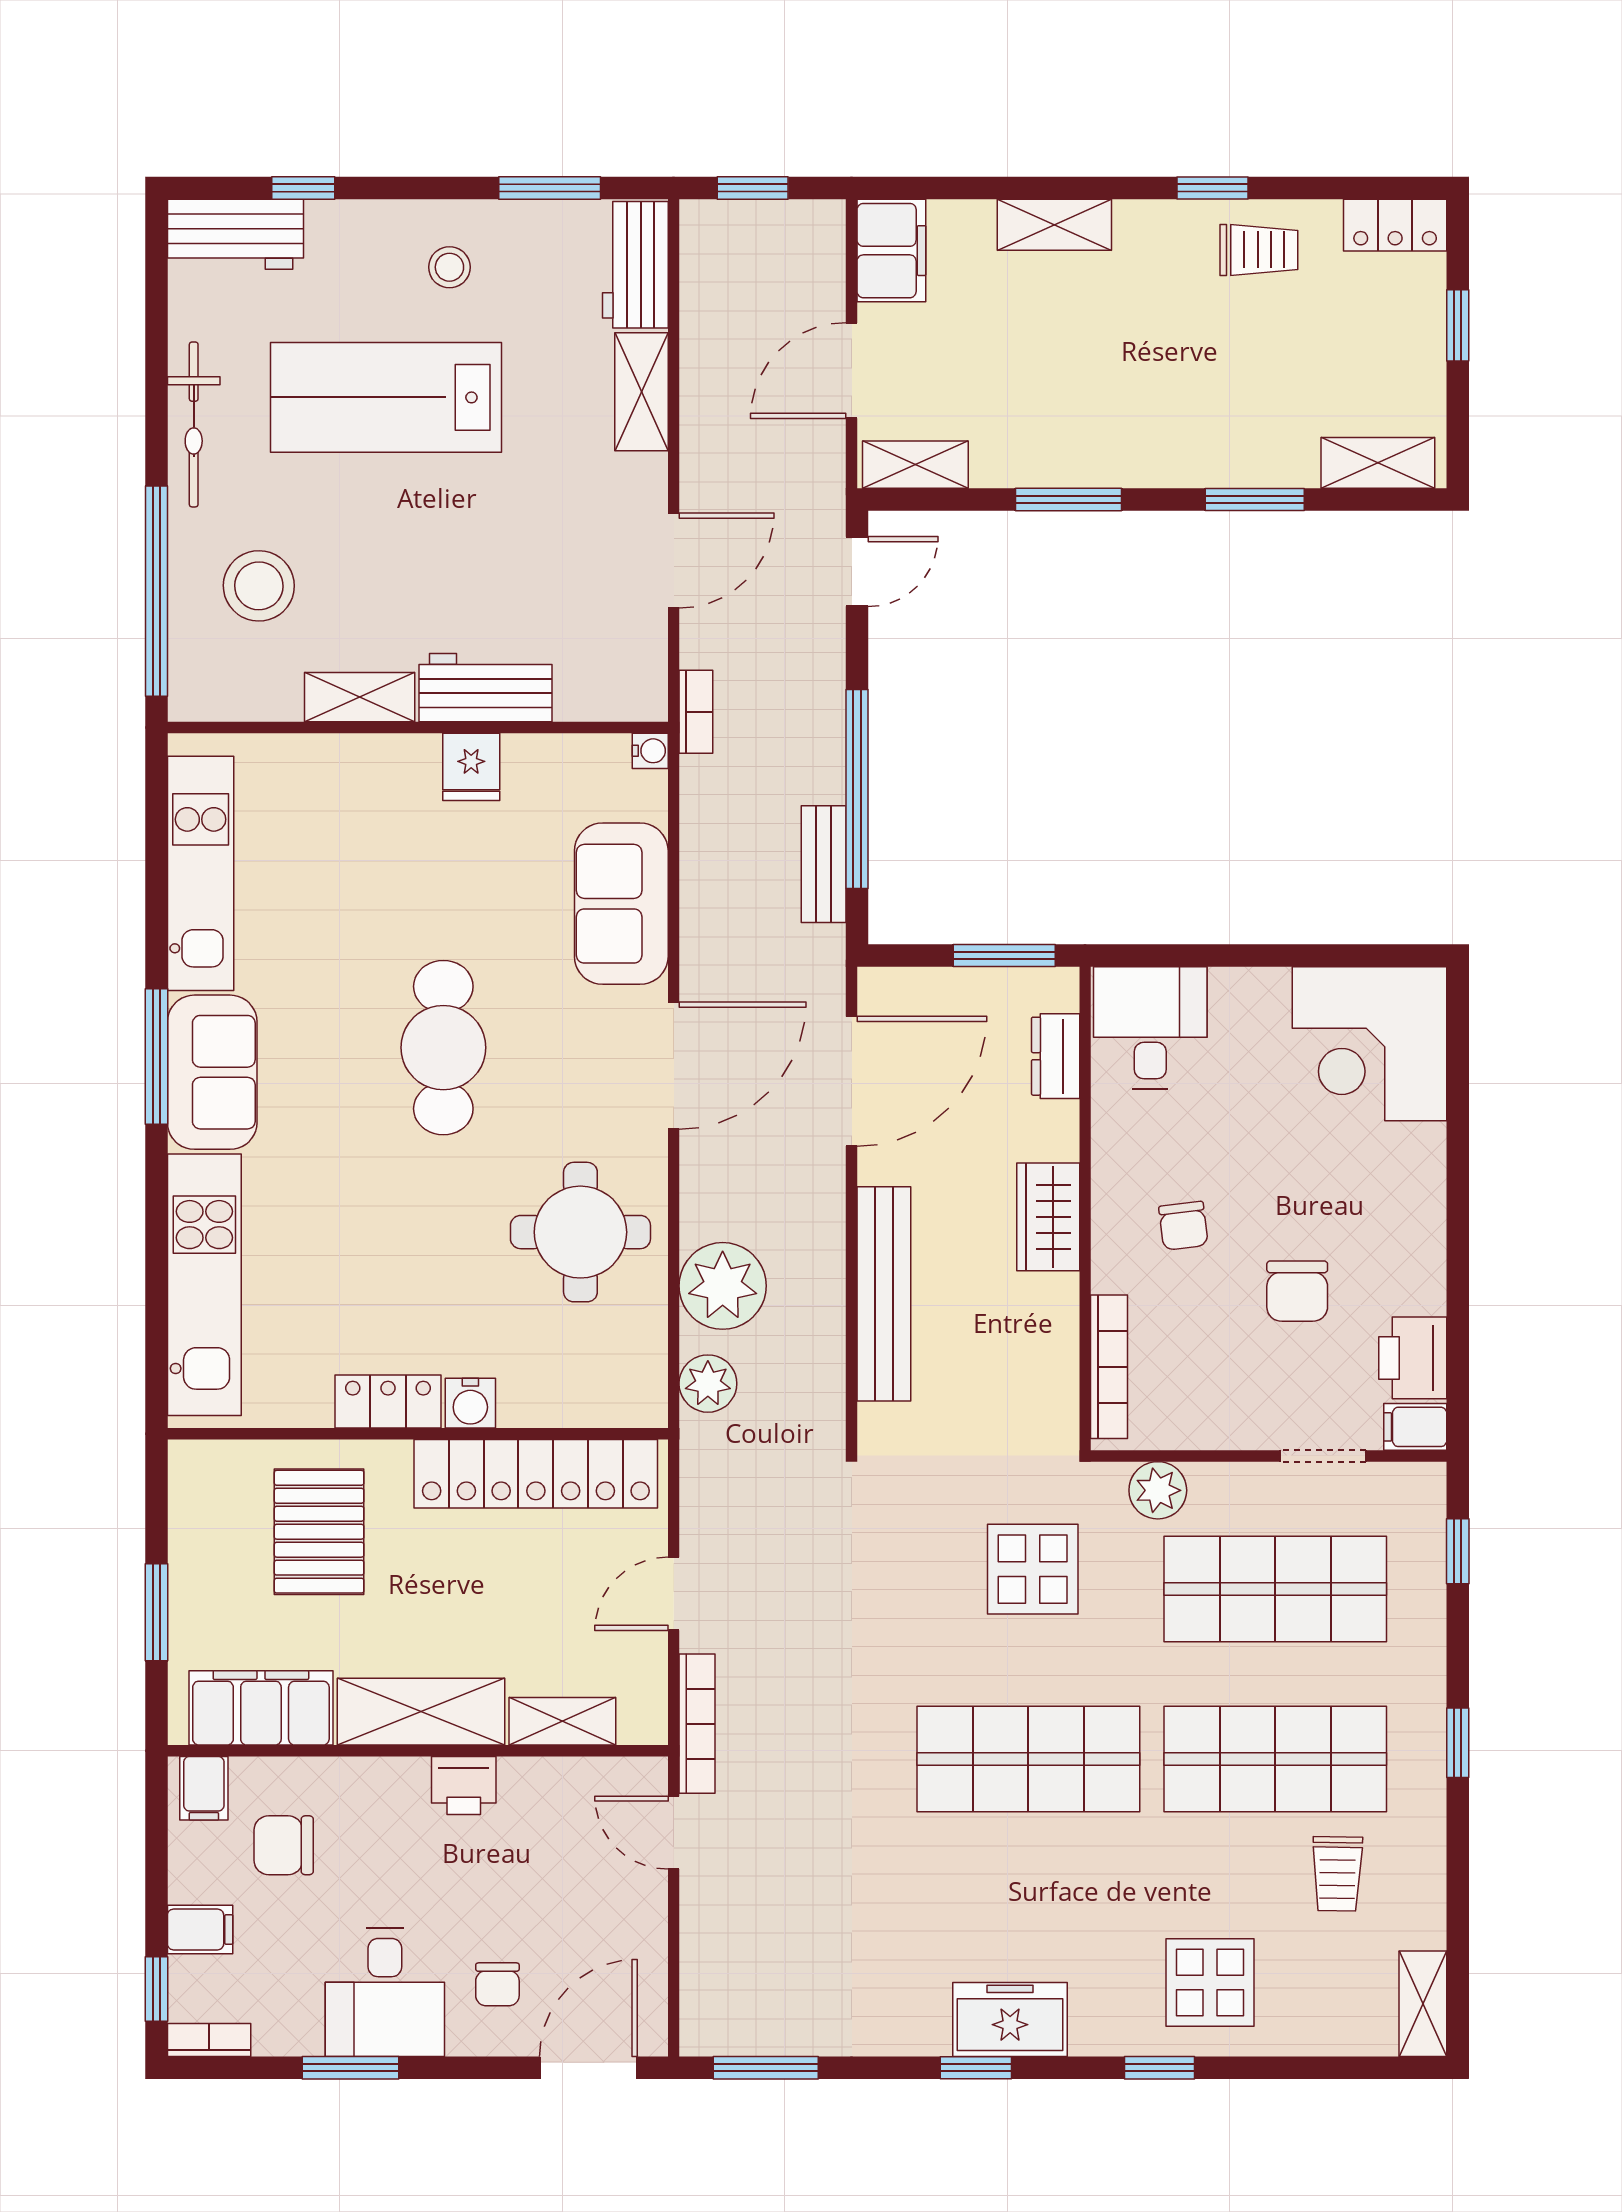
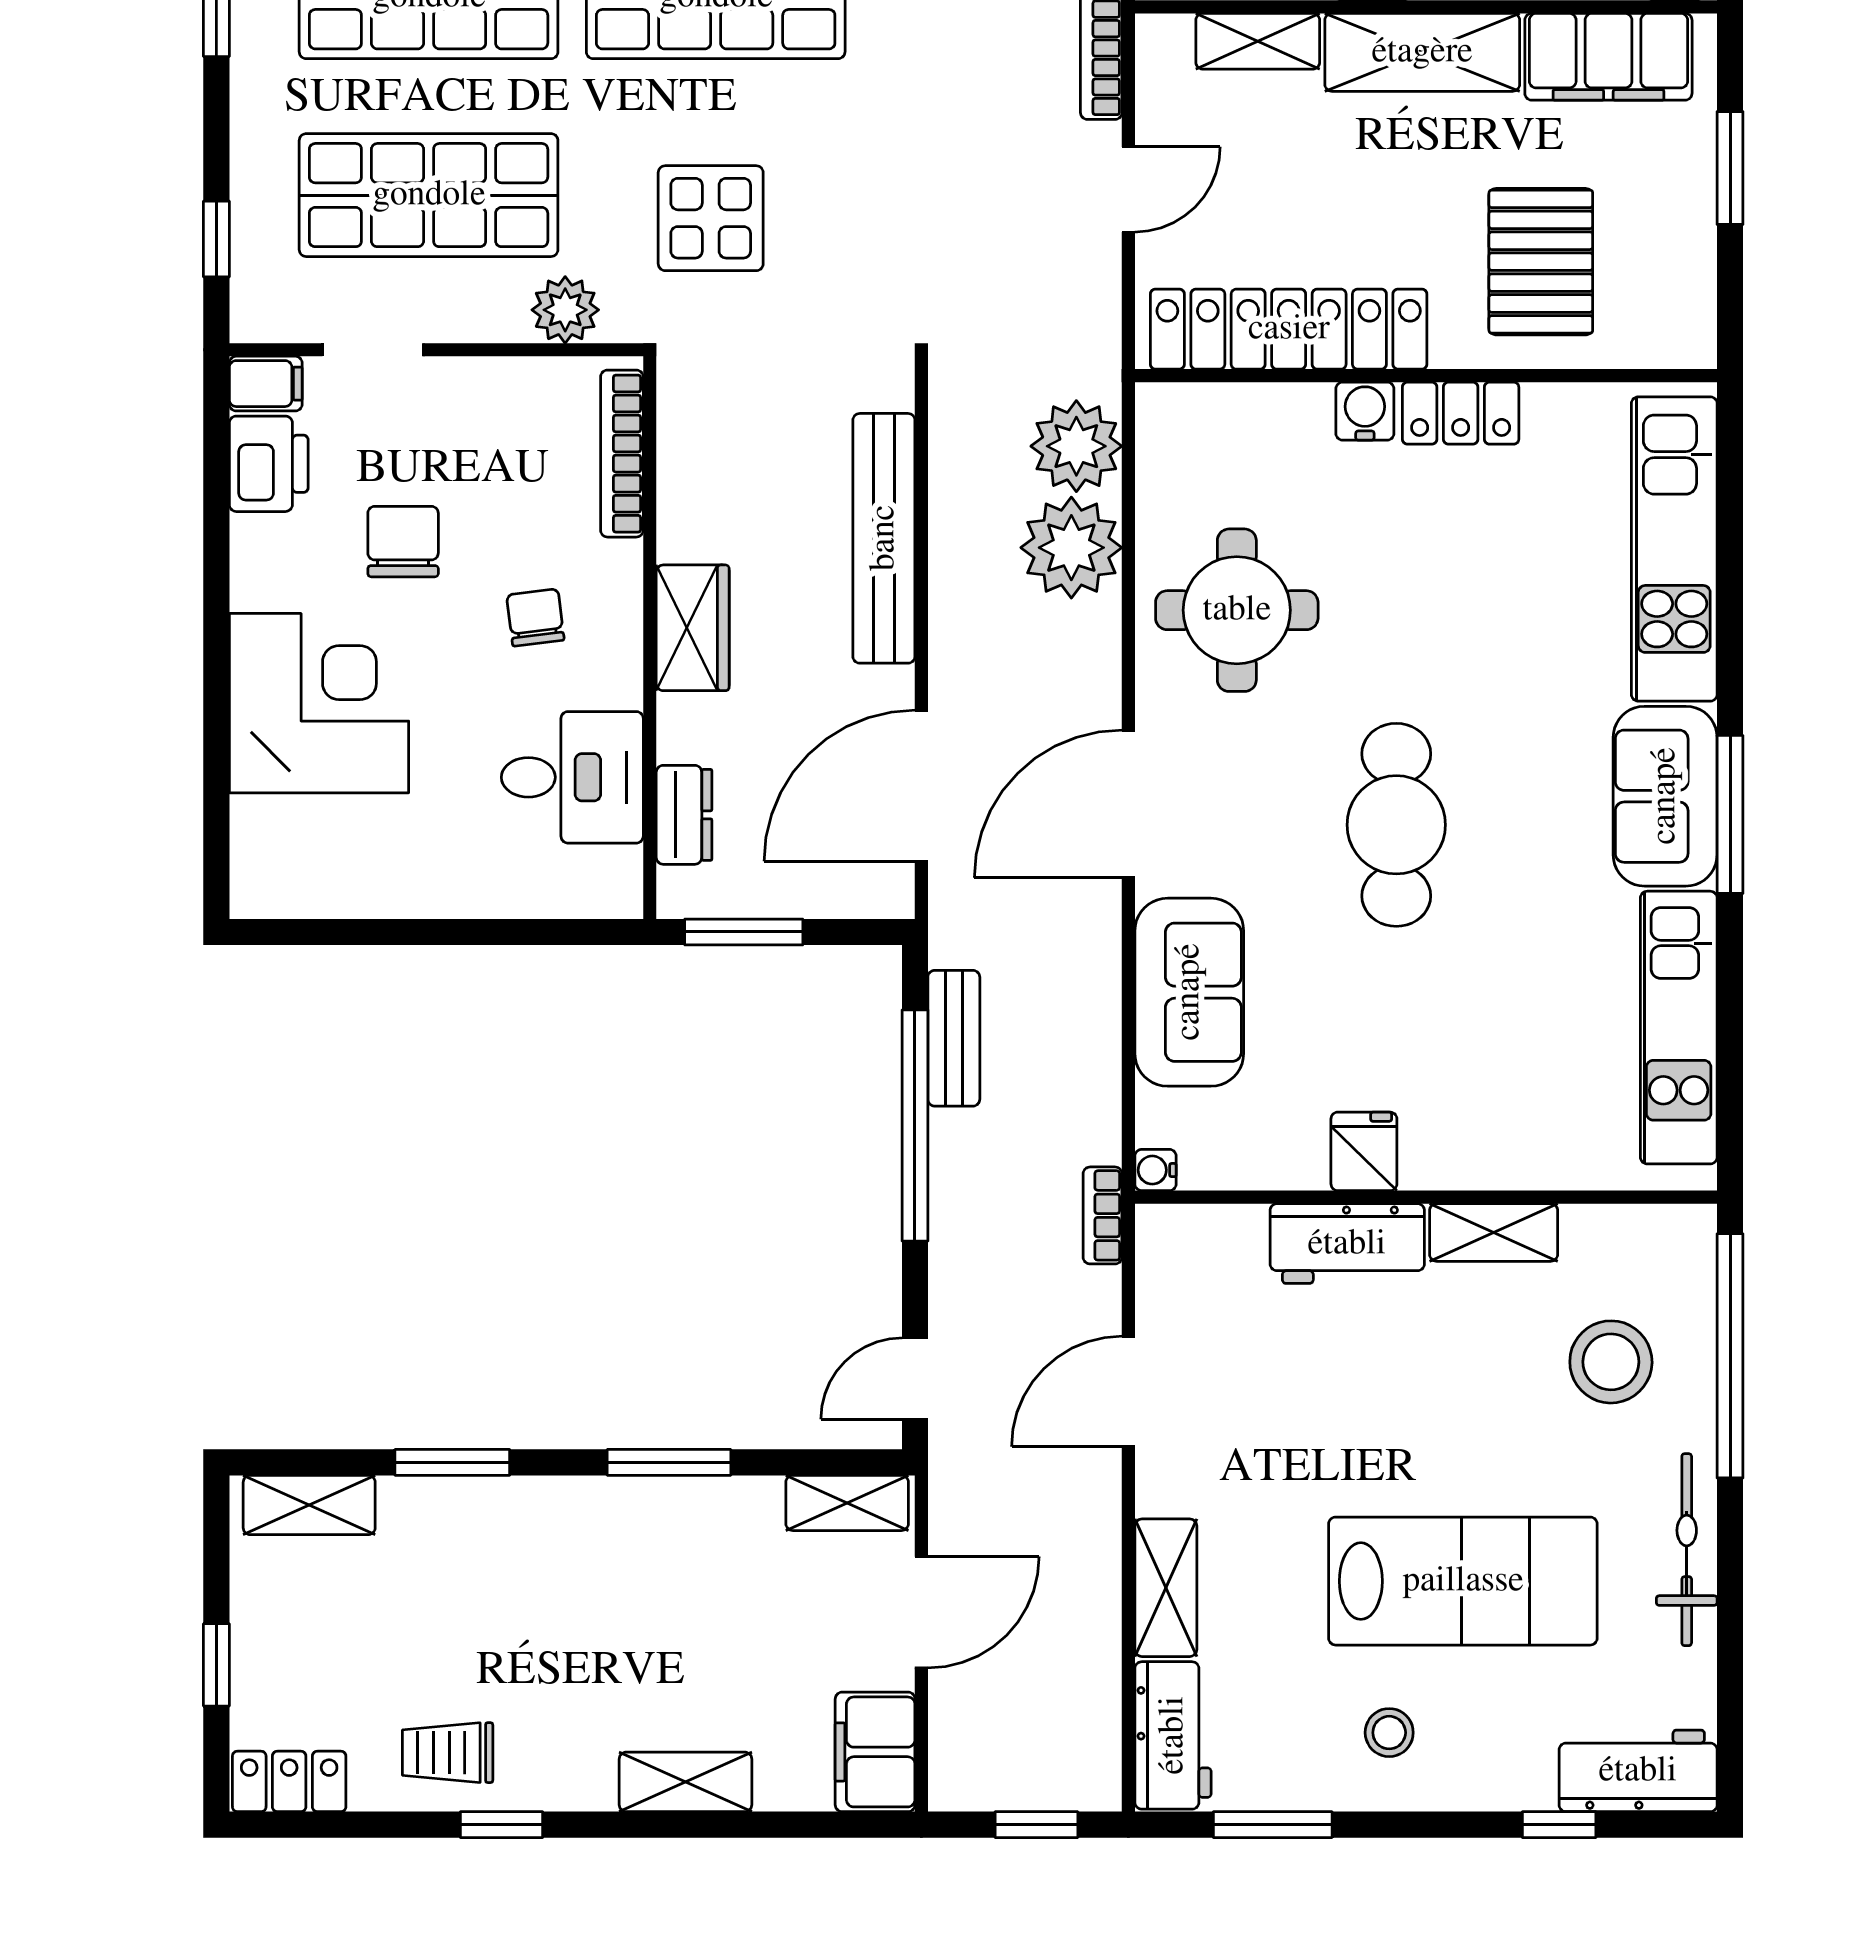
desk: (1150, 1028) -> (572, 777), moved, turned -90
corner desk: (1369, 1044) -> (319, 703), moved
plant: (708, 1384) -> (1076, 446), width x1.36, depth x1.36

